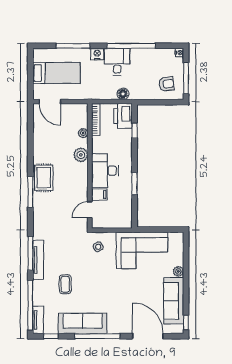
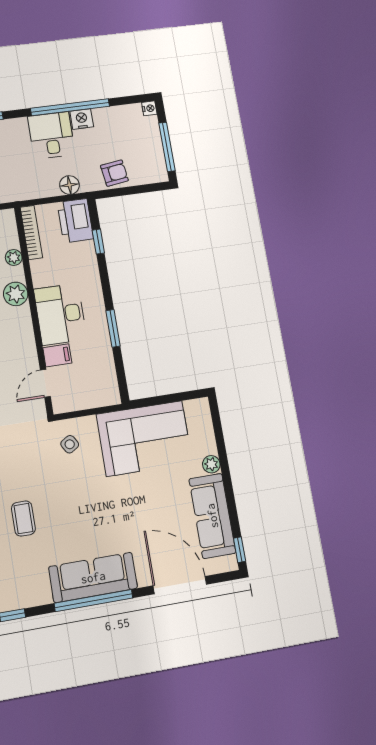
nightstand: (97, 54) -> (82, 119), moved
armchair: (166, 84) -> (114, 173), moved
sofa: (83, 323) -> (93, 577), moved

